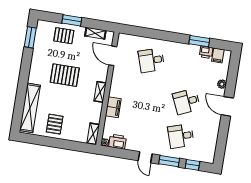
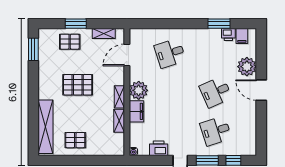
door: (113, 56) -> (127, 55), hinge flipped
plant: (222, 84) -> (247, 67), width x1.88, depth x1.88
plant: (118, 89) -> (139, 90), added
pallet: (55, 124) -> (75, 140), turned 90
shelving: (93, 134) -> (119, 121), moved
printer: (118, 142) -> (159, 148), moved

